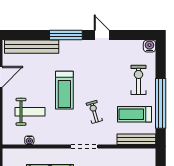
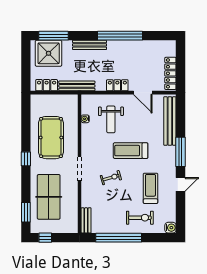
treadmill: (135, 114) -> (150, 188), moved
bench: (136, 139) -> (86, 220), width x0.73

